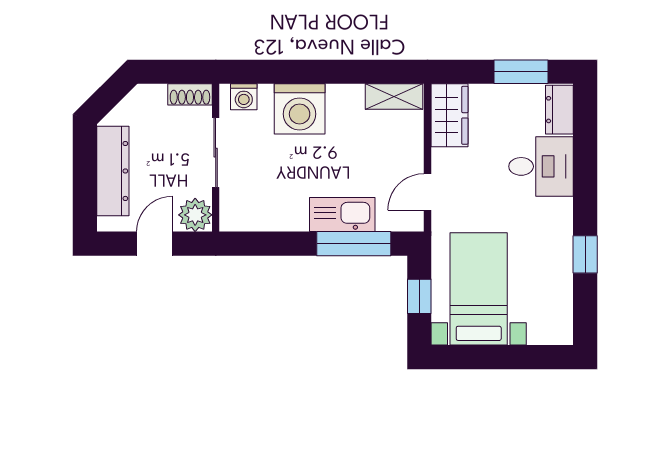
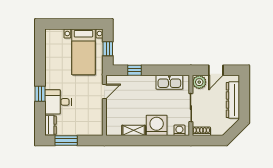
shelving: (394, 97) -> (134, 130), moved
wardrobe: (449, 115) -> (95, 123), removed
kitchen sink: (342, 215) -> (169, 82), moved
window: (354, 244) -> (134, 70), width x0.46
window: (585, 254) -> (40, 94), moved

